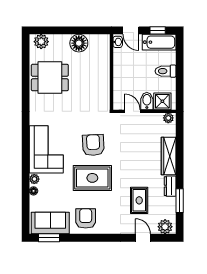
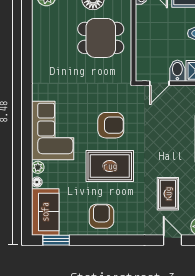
dining table: (50, 78) -> (101, 38), moved
door: (132, 111) -> (159, 83), swing flipped
armchair: (93, 145) -> (111, 125), turned 93
sofa: (50, 223) -> (45, 212), moved, turned 90

